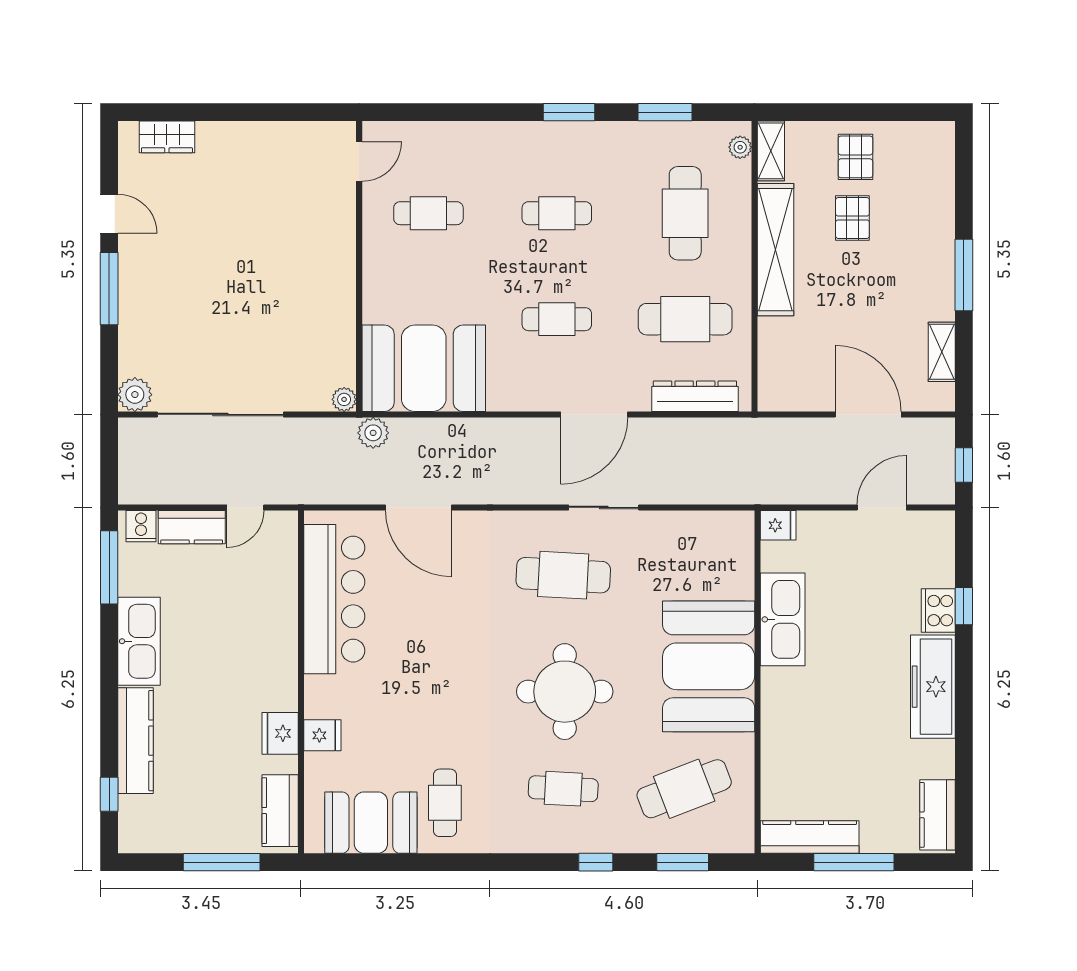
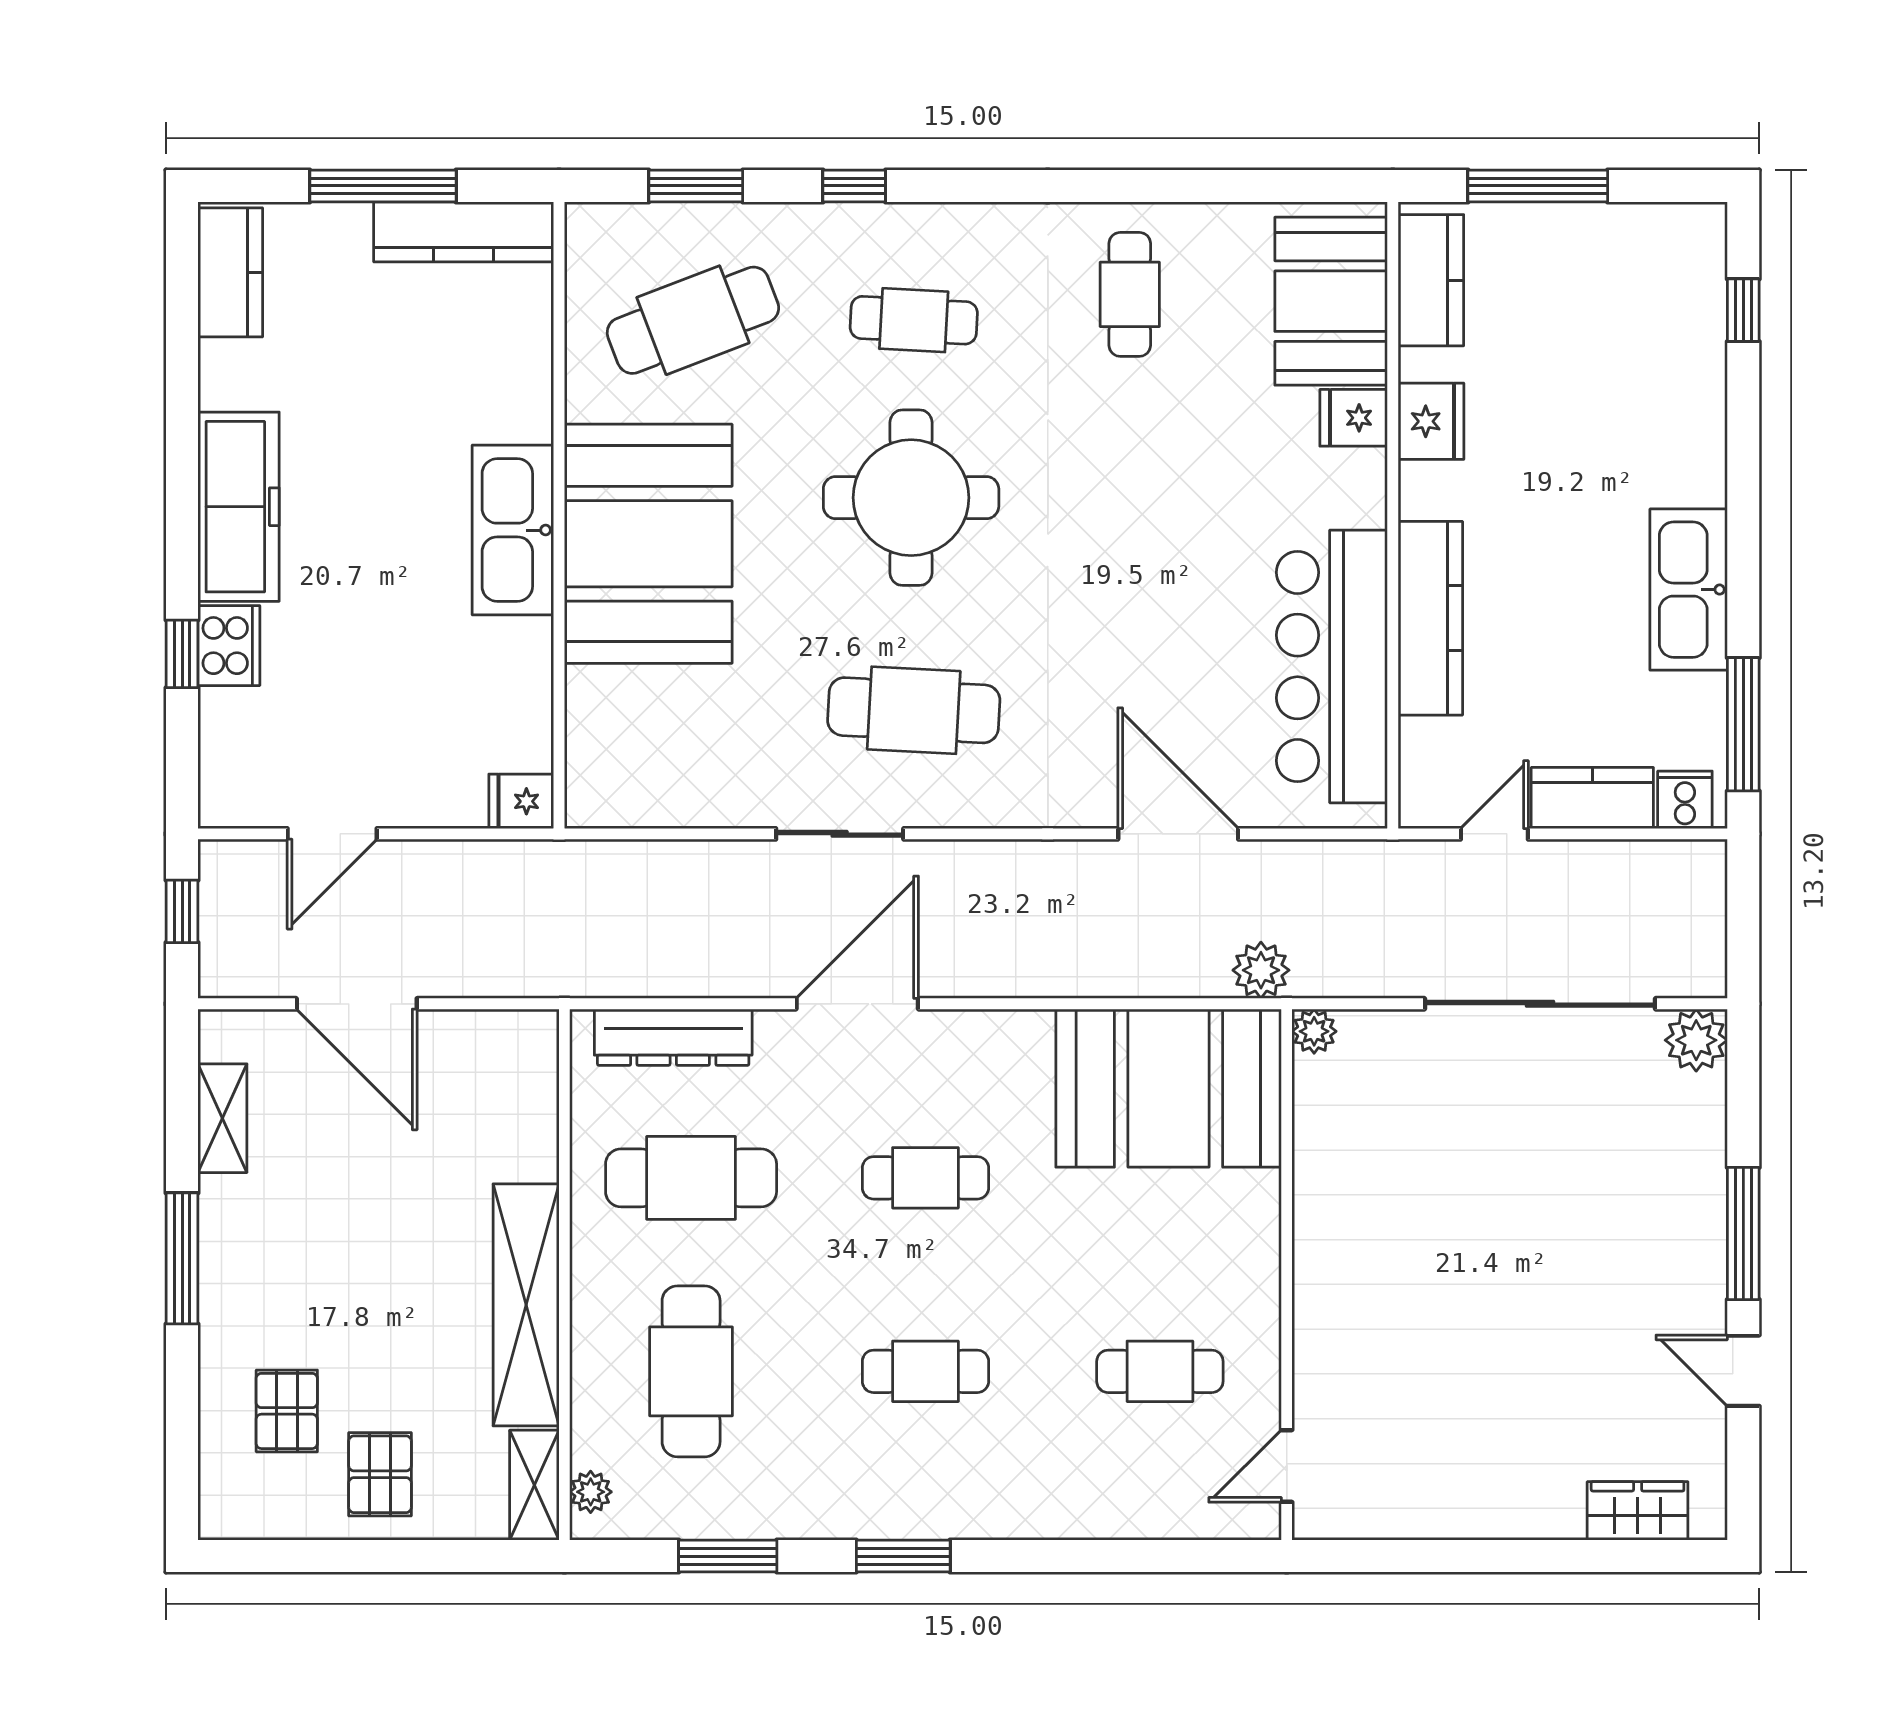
pallet: (852, 218) -> (287, 1411), moved
kitchen sink: (783, 619) -> (513, 530), moved
kitchen counter: (135, 741) -> (1430, 618), moved, turned 180
booth: (371, 823) -> (1331, 301), moved, turned 90

